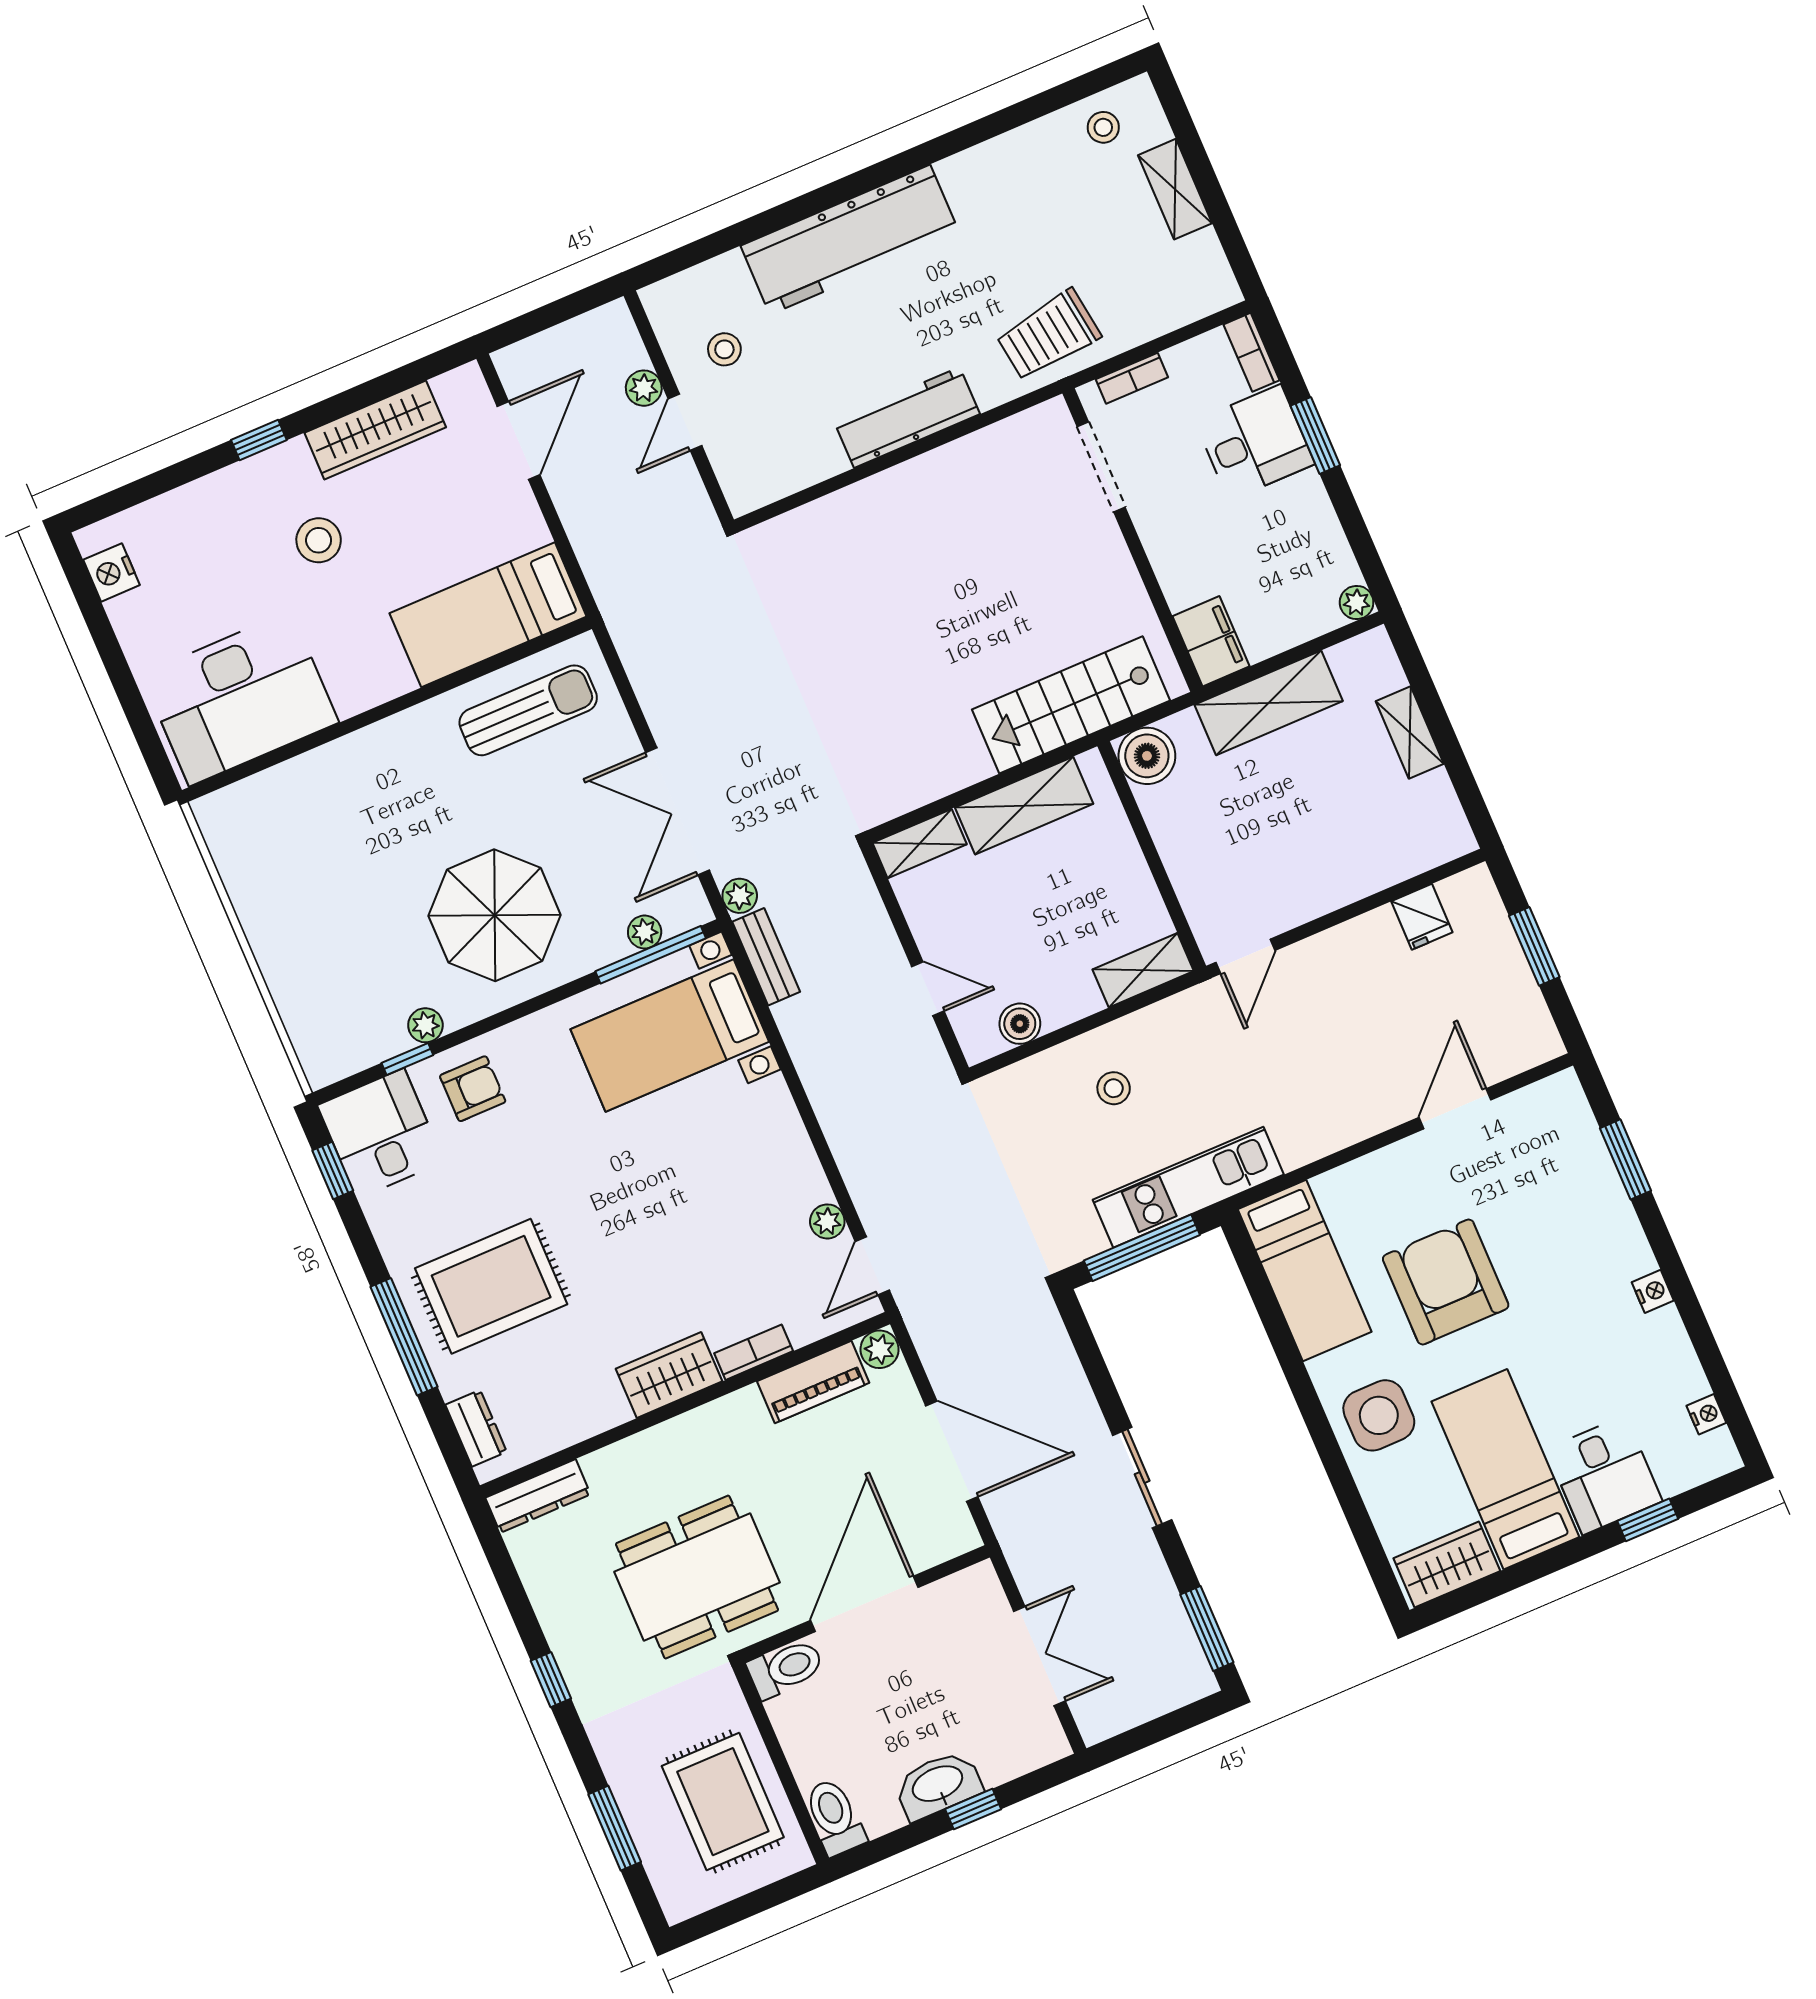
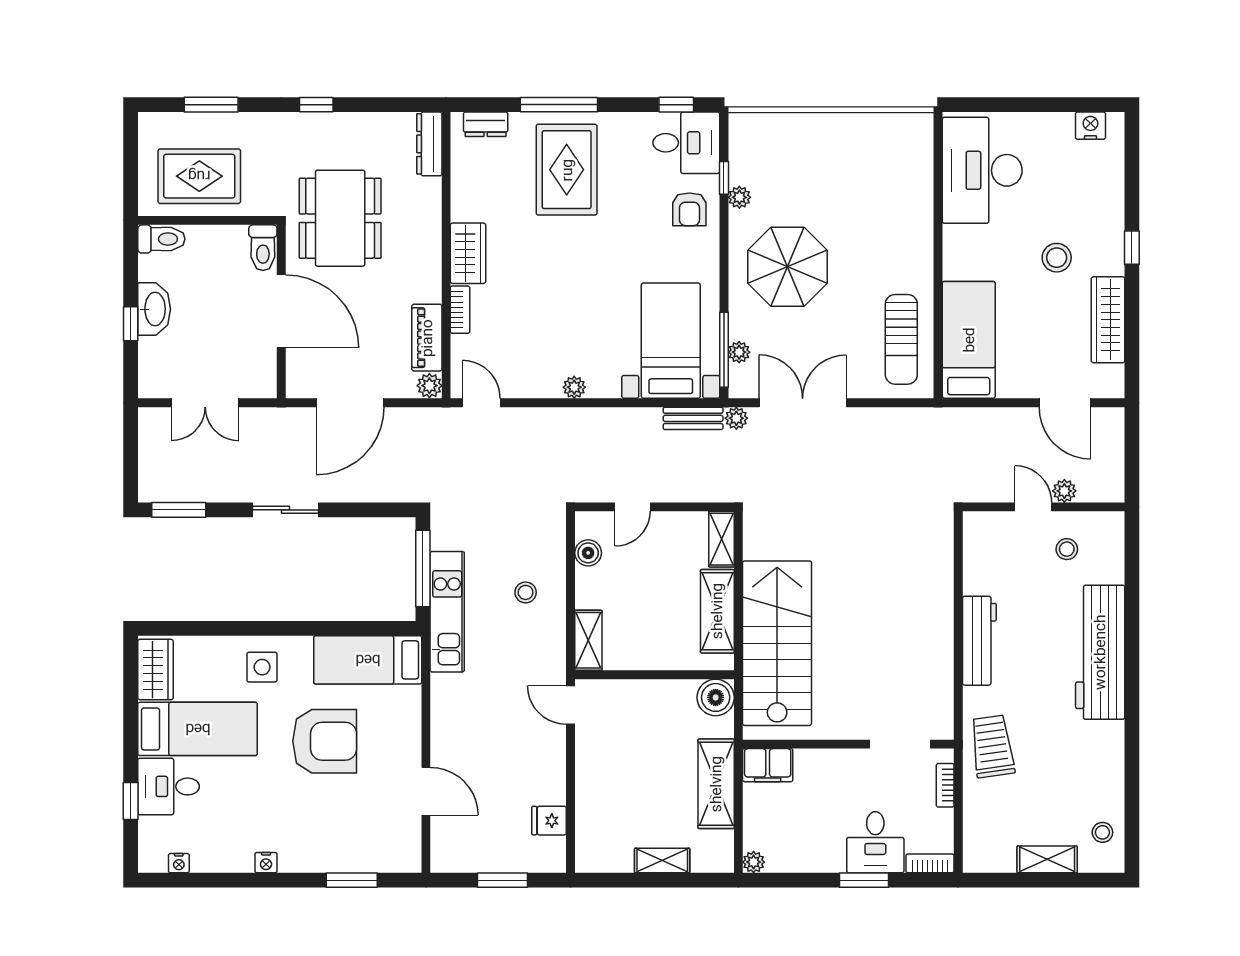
stairs: (1071, 705) -> (777, 643), width x1.36, depth x1.51
plant: (827, 1221) -> (574, 387), moved
side table: (1379, 1415) -> (262, 667), width x0.73, depth x0.73

